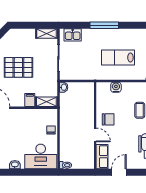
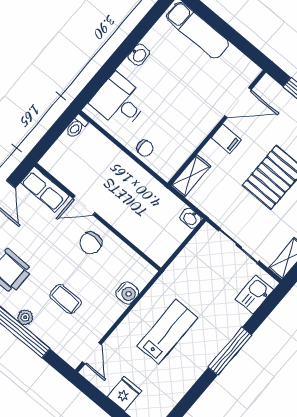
filing cabinet: (30, 100) -> (226, 139), moved
desk: (41, 156) -> (119, 102), width x0.73

